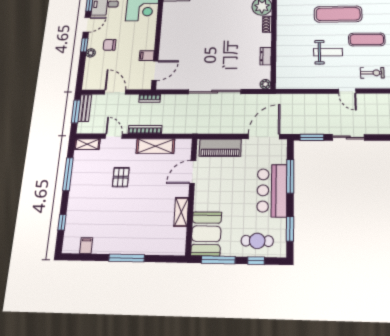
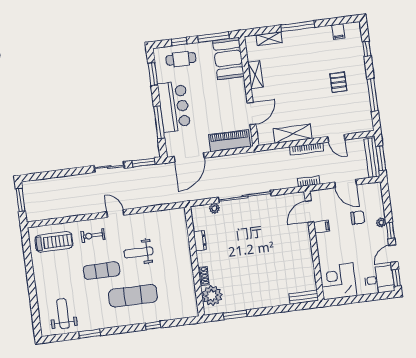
chair: (109, 45) -> (358, 218), moved
plant: (265, 84) -> (214, 208), moved
bench: (85, 108) -> (372, 158), width x1.36
shelving: (87, 144) -> (269, 39), moved
pallet: (121, 177) -> (338, 82), moved

